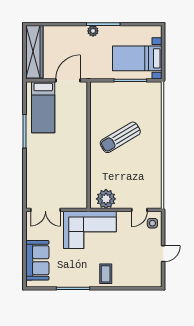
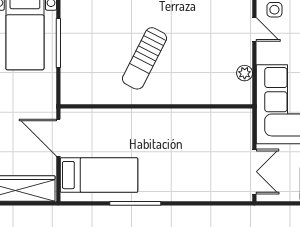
sun lounger: (120, 137) -> (144, 58), turned 58
plant: (106, 199) -> (245, 73), width x0.53, depth x0.53

